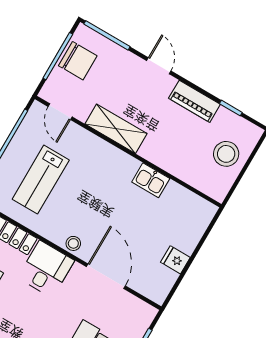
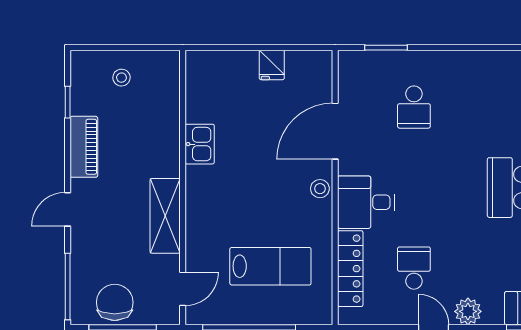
stool: (226, 154) -> (121, 78), width x0.53, depth x0.53

